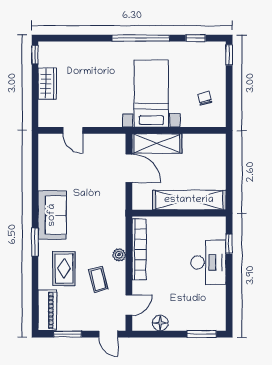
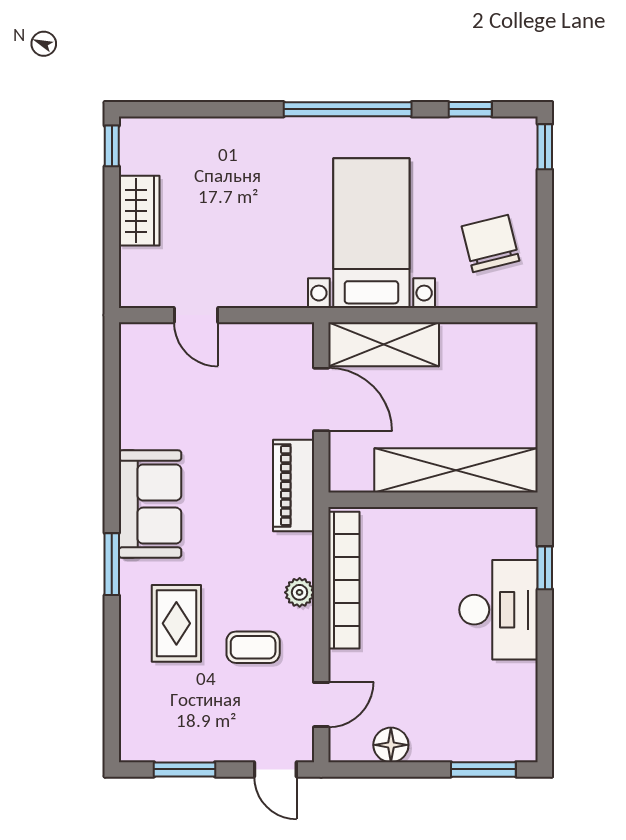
chair: (205, 98) -> (491, 244), width x1.87, depth x1.87
coffee table: (98, 279) -> (253, 647), turned -76
piano: (47, 310) -> (294, 486), moved, turned 180

